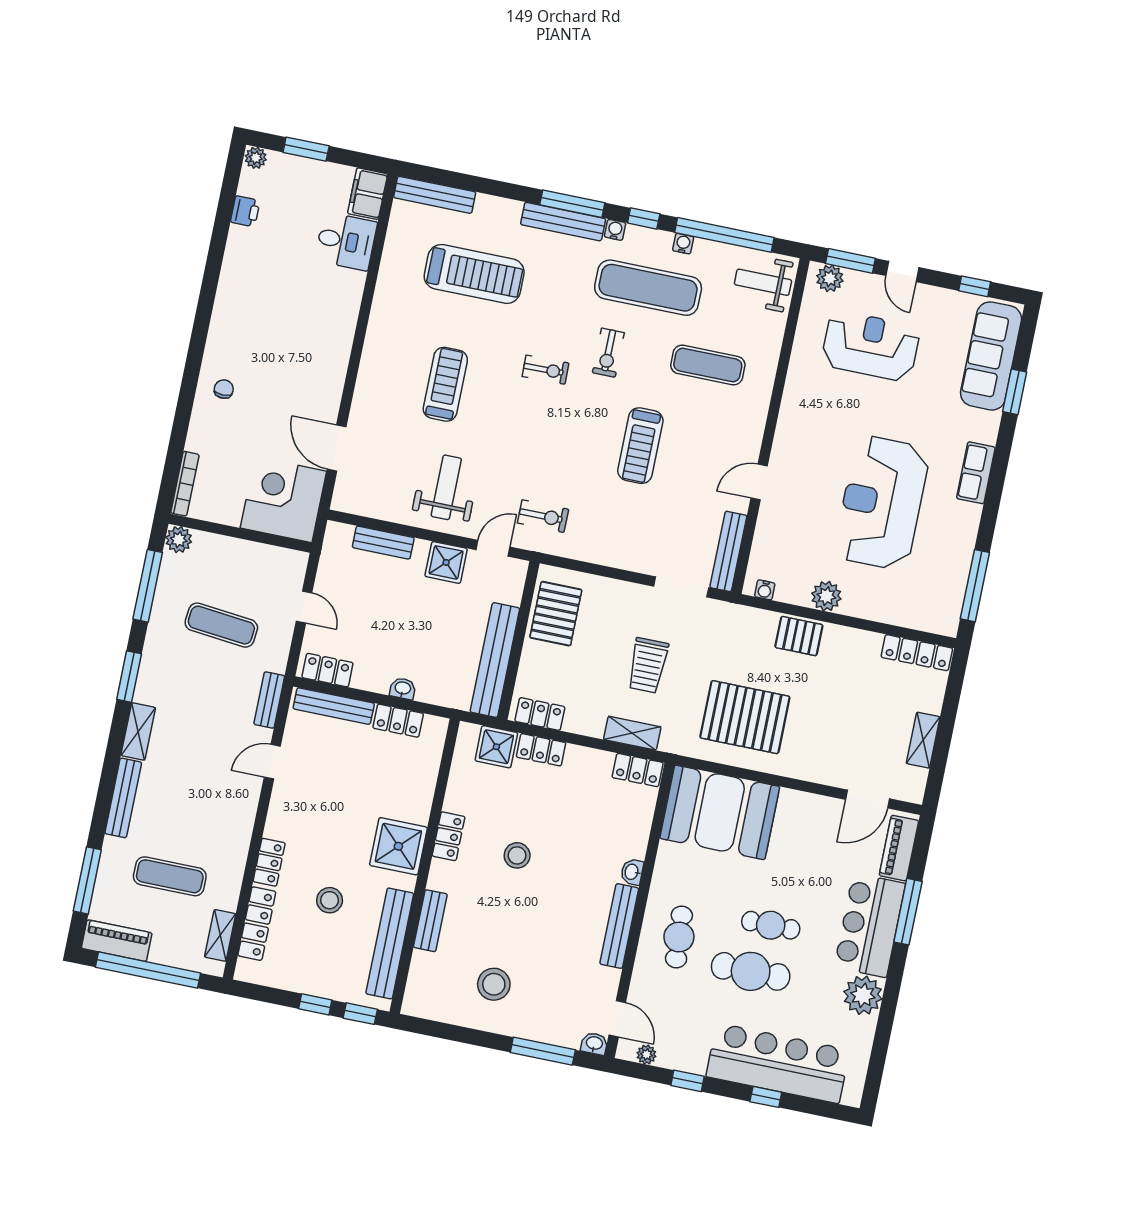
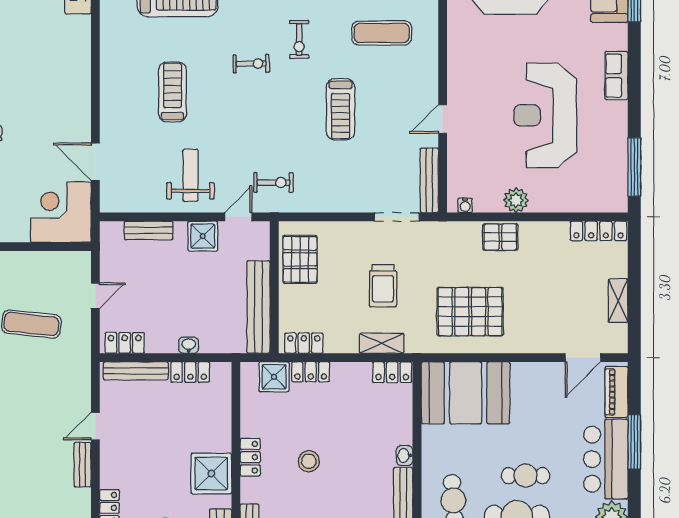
door: (304, 607) -> (95, 296), hinge flipped
bench: (269, 700) -> (82, 465), moved

